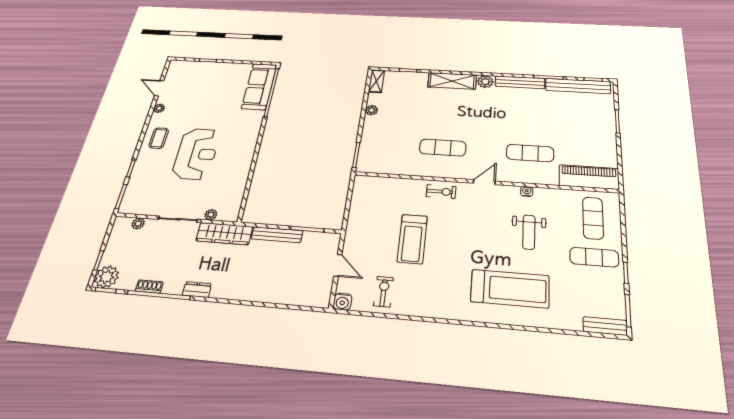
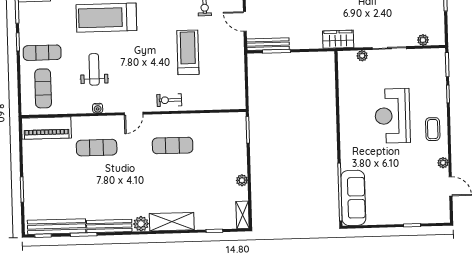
wardrobe: (224, 234) -> (338, 39), width x0.67
bench: (277, 235) -> (268, 44), moved

